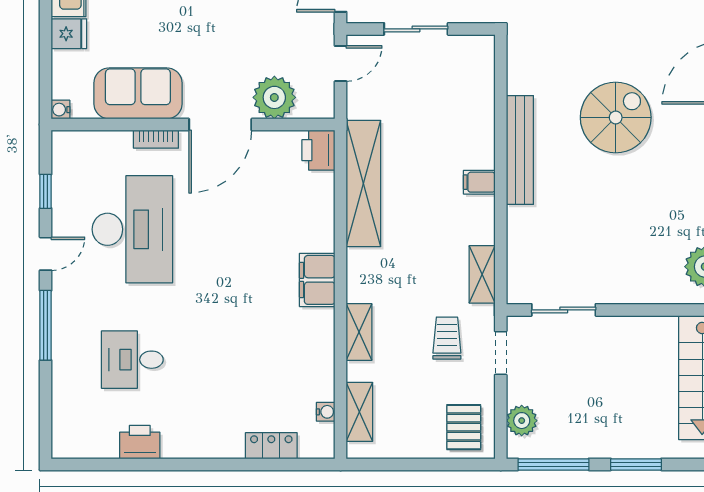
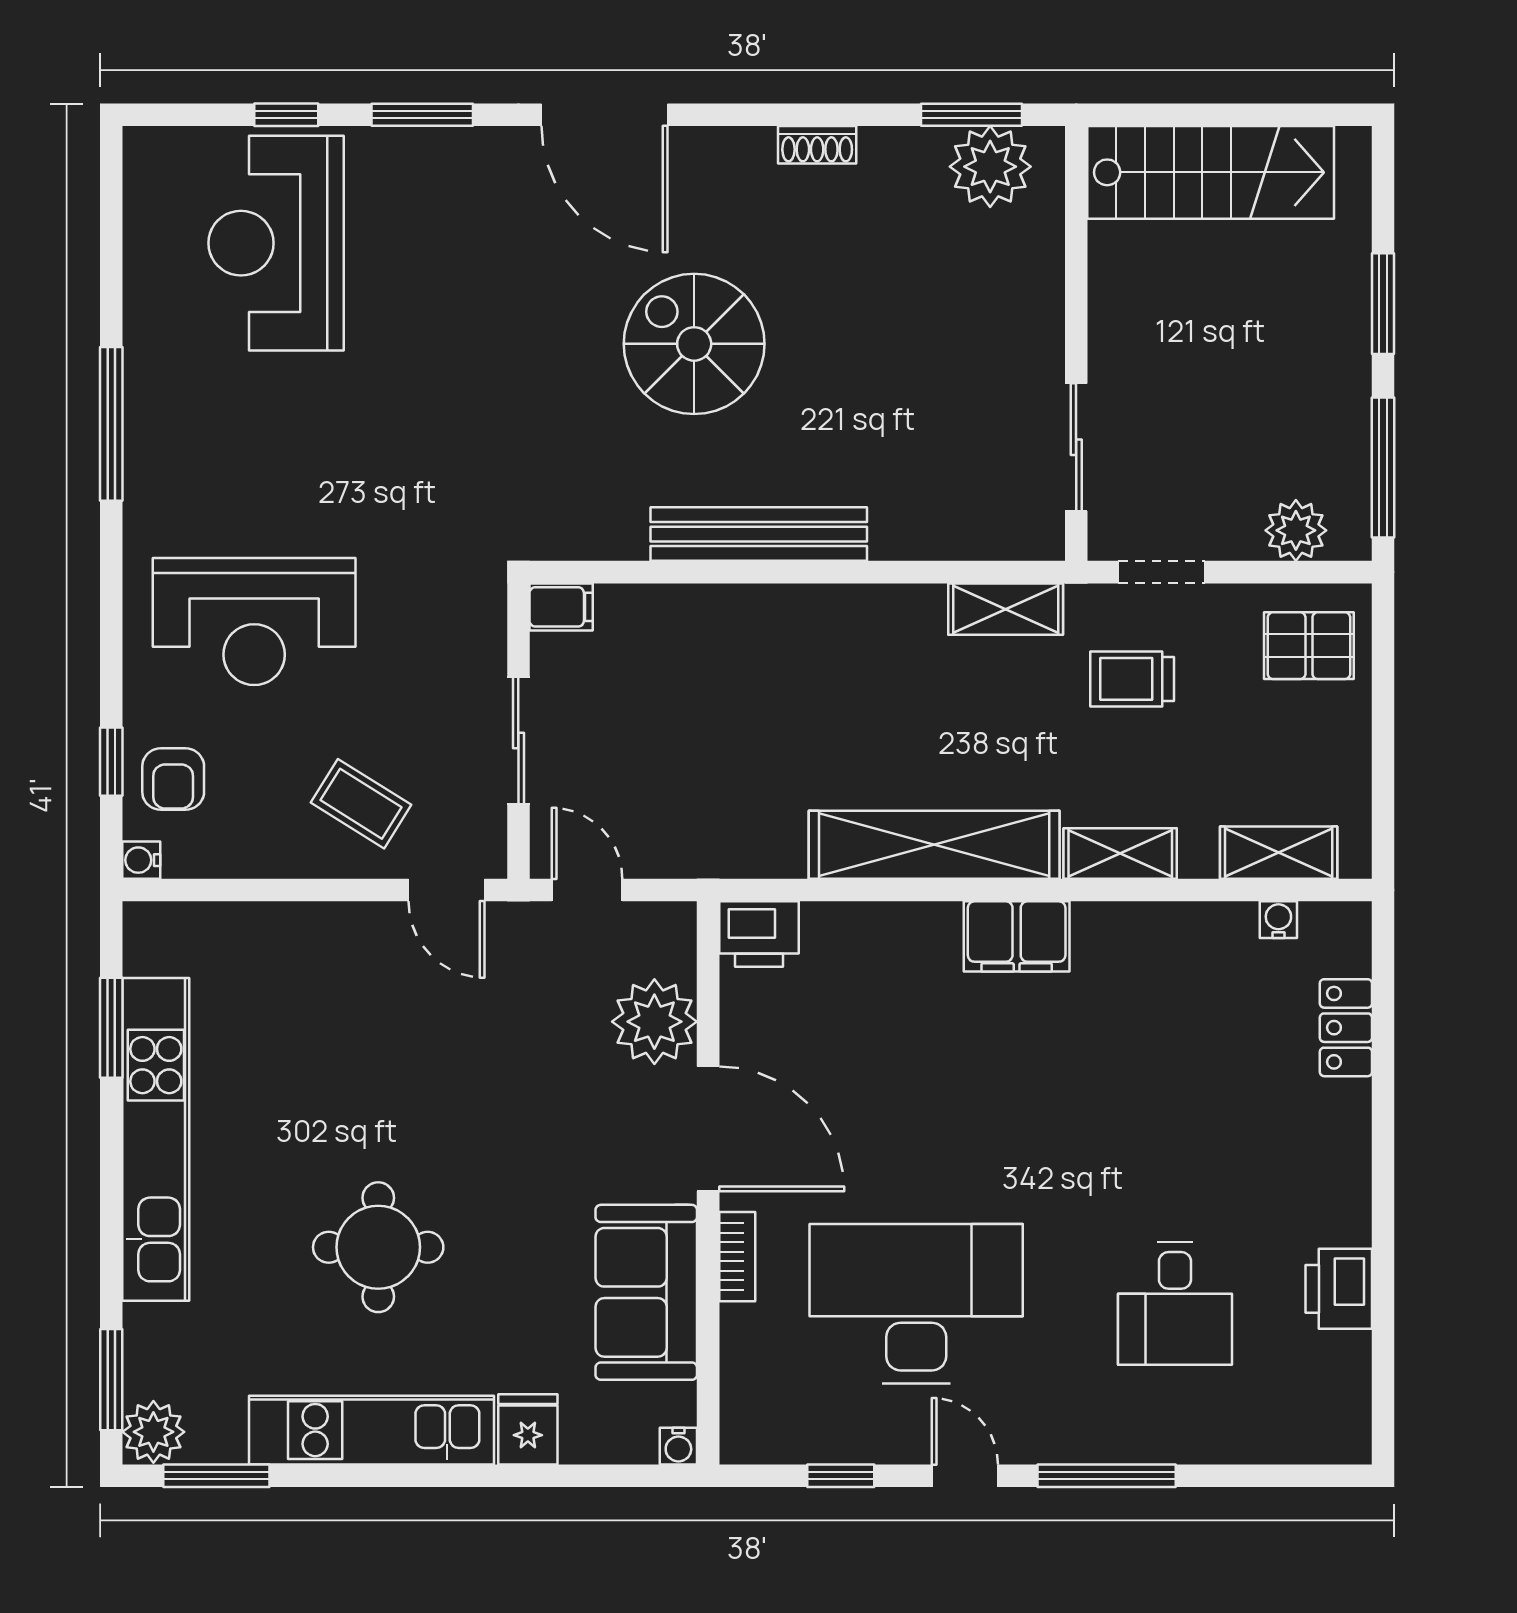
filing cabinet: (479, 182) -> (561, 607), moved, turned -90
shelving: (363, 183) -> (934, 845), moved

